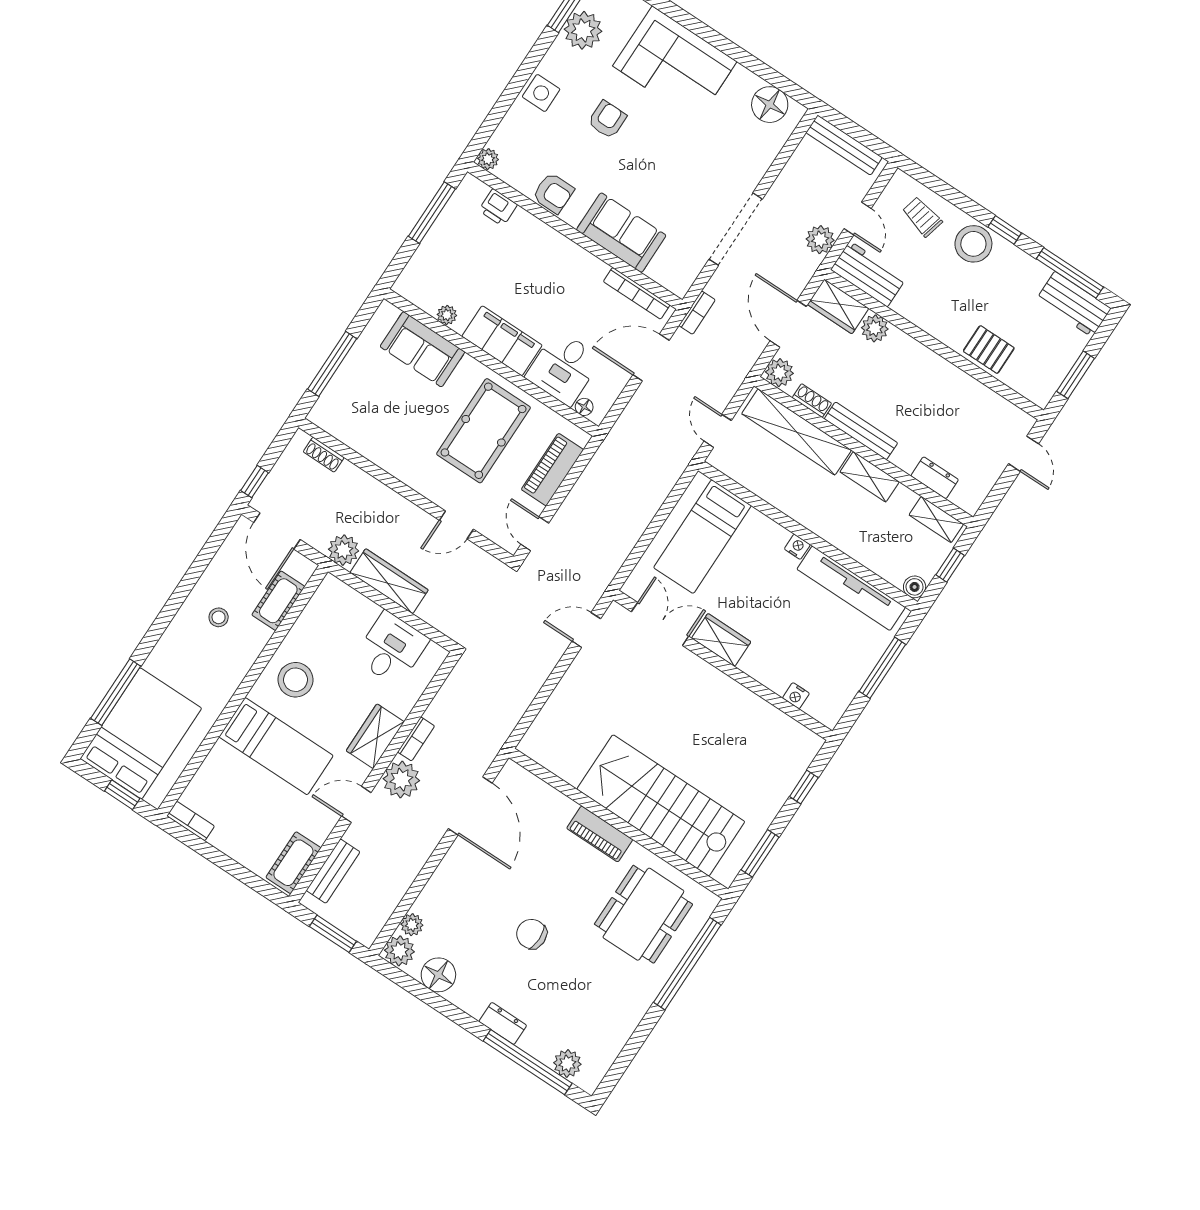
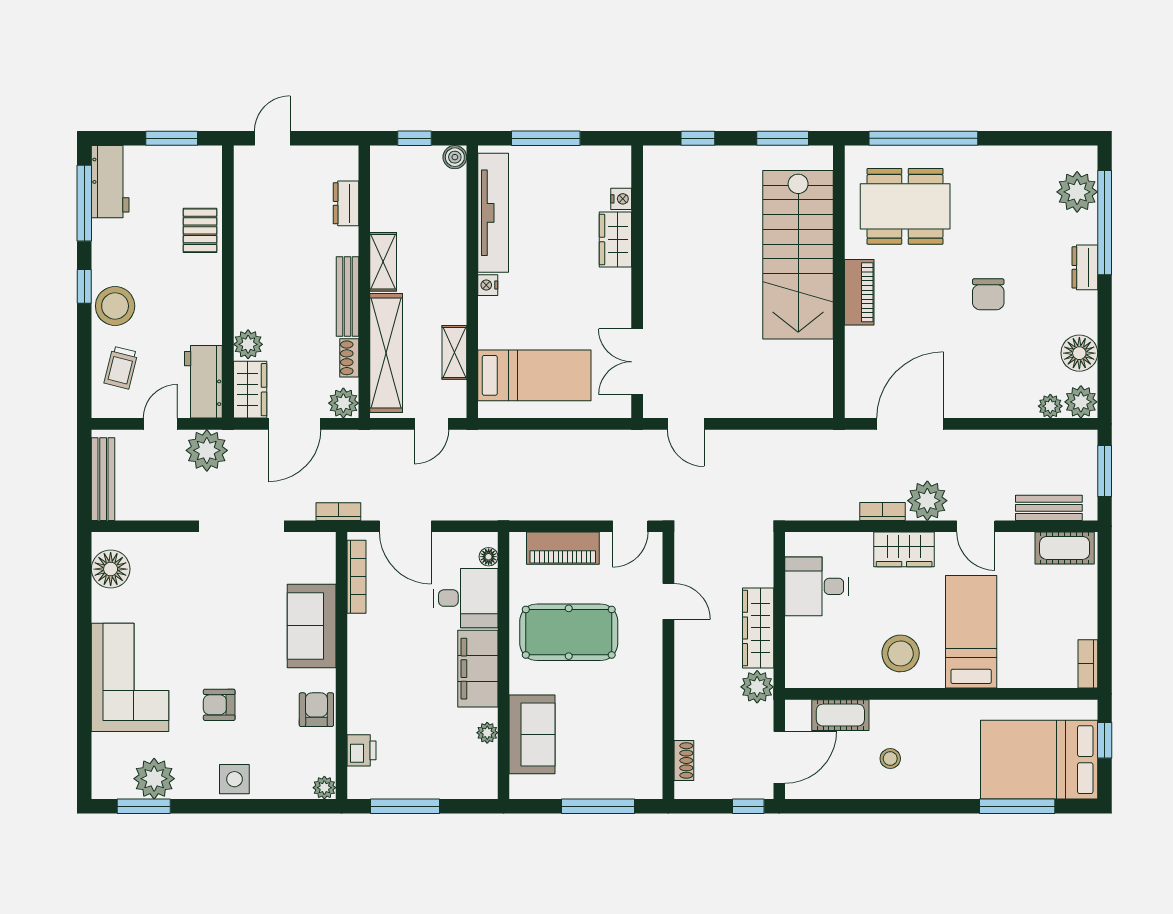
plant: (820, 240) -> (207, 450), width x1.36, depth x1.36
shelving: (936, 520) -> (454, 352), moved
wardrobe: (721, 640) -> (615, 240), moved
plant: (567, 1064) -> (1077, 192), width x1.36, depth x1.36

